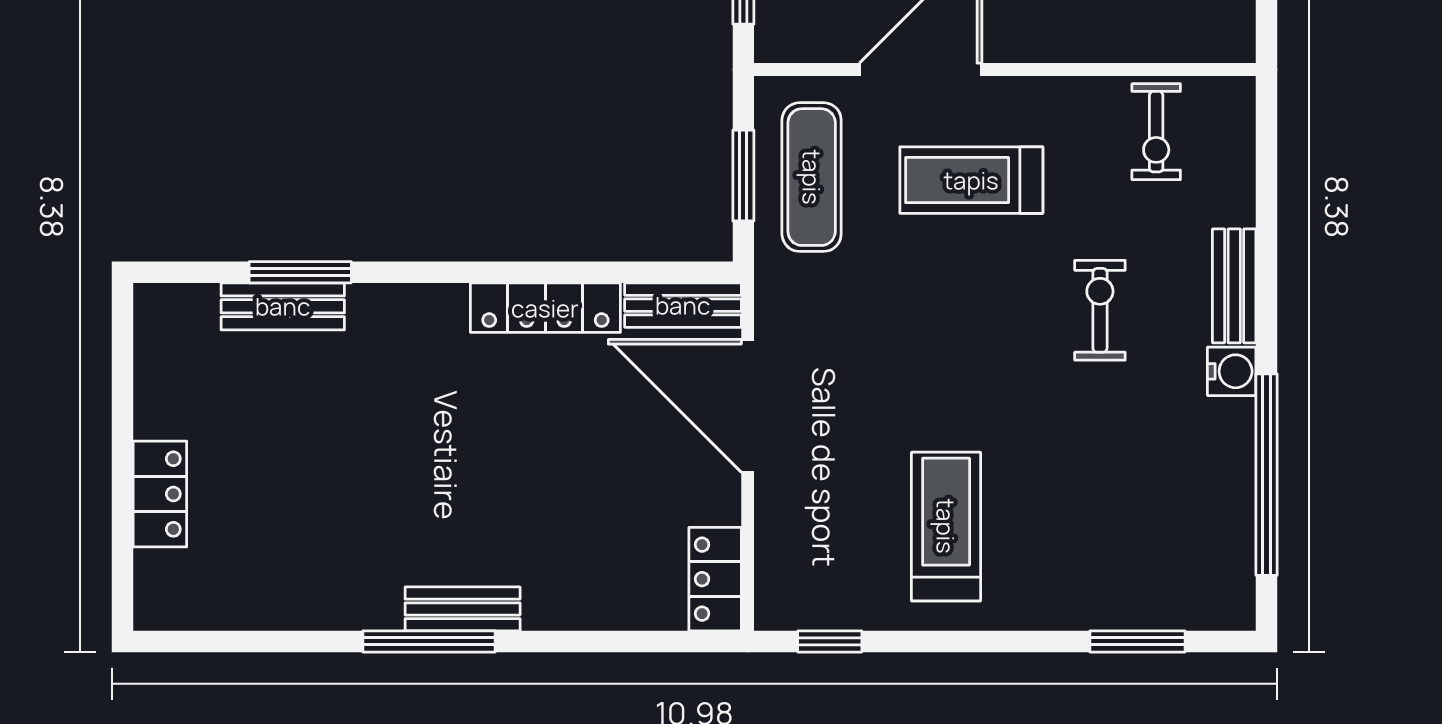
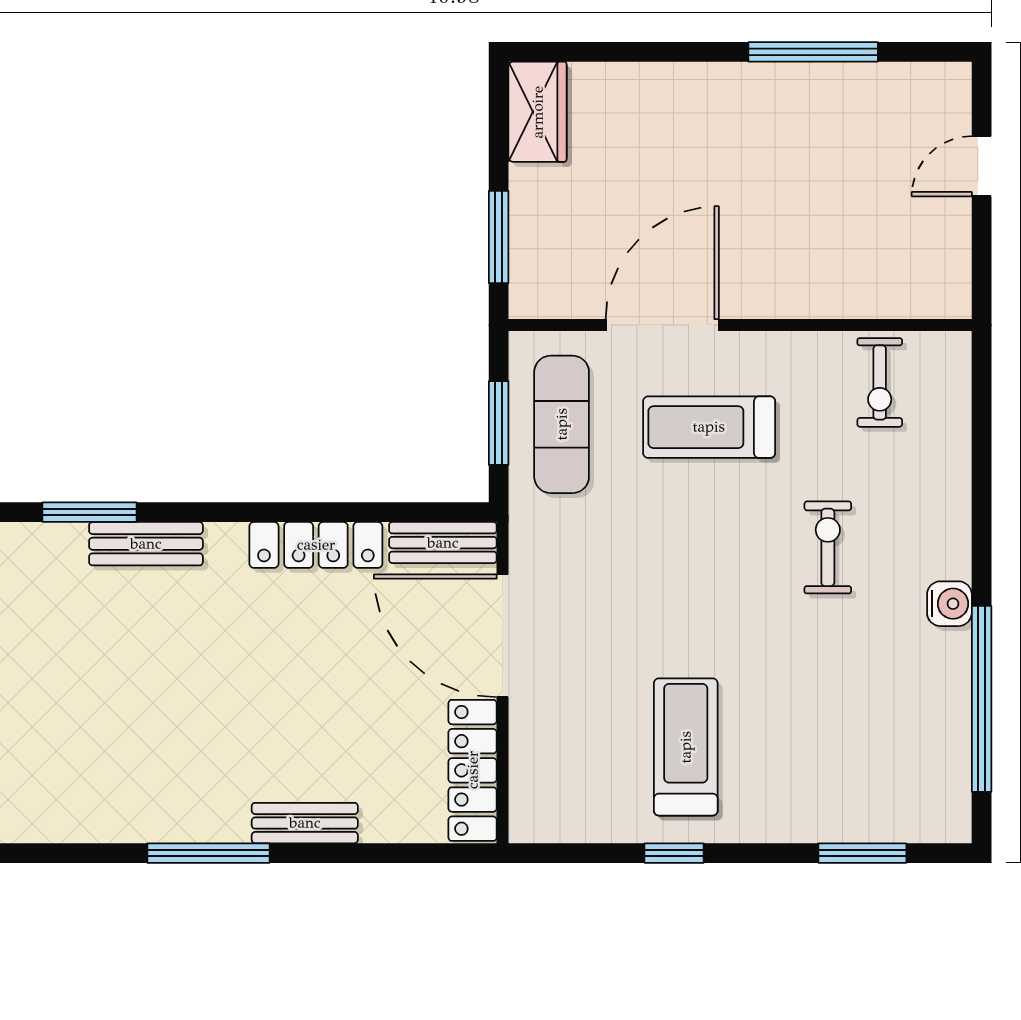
bench: (1234, 286) -> (952, 525), removed
bench: (283, 306) -> (146, 544), moved
locker: (715, 579) -> (473, 770), width x1.53
bench: (463, 609) -> (305, 823), moved
window: (830, 641) -> (674, 853), moved

